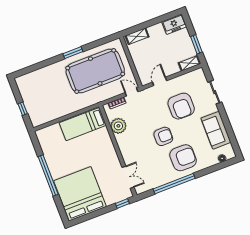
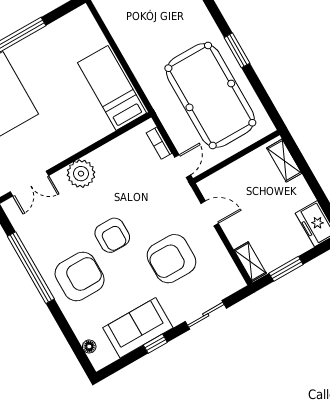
window: (226, 122) -> (155, 344), added
plant: (118, 126) -> (81, 174), moved
armchair: (183, 158) -> (80, 276), turned -90

